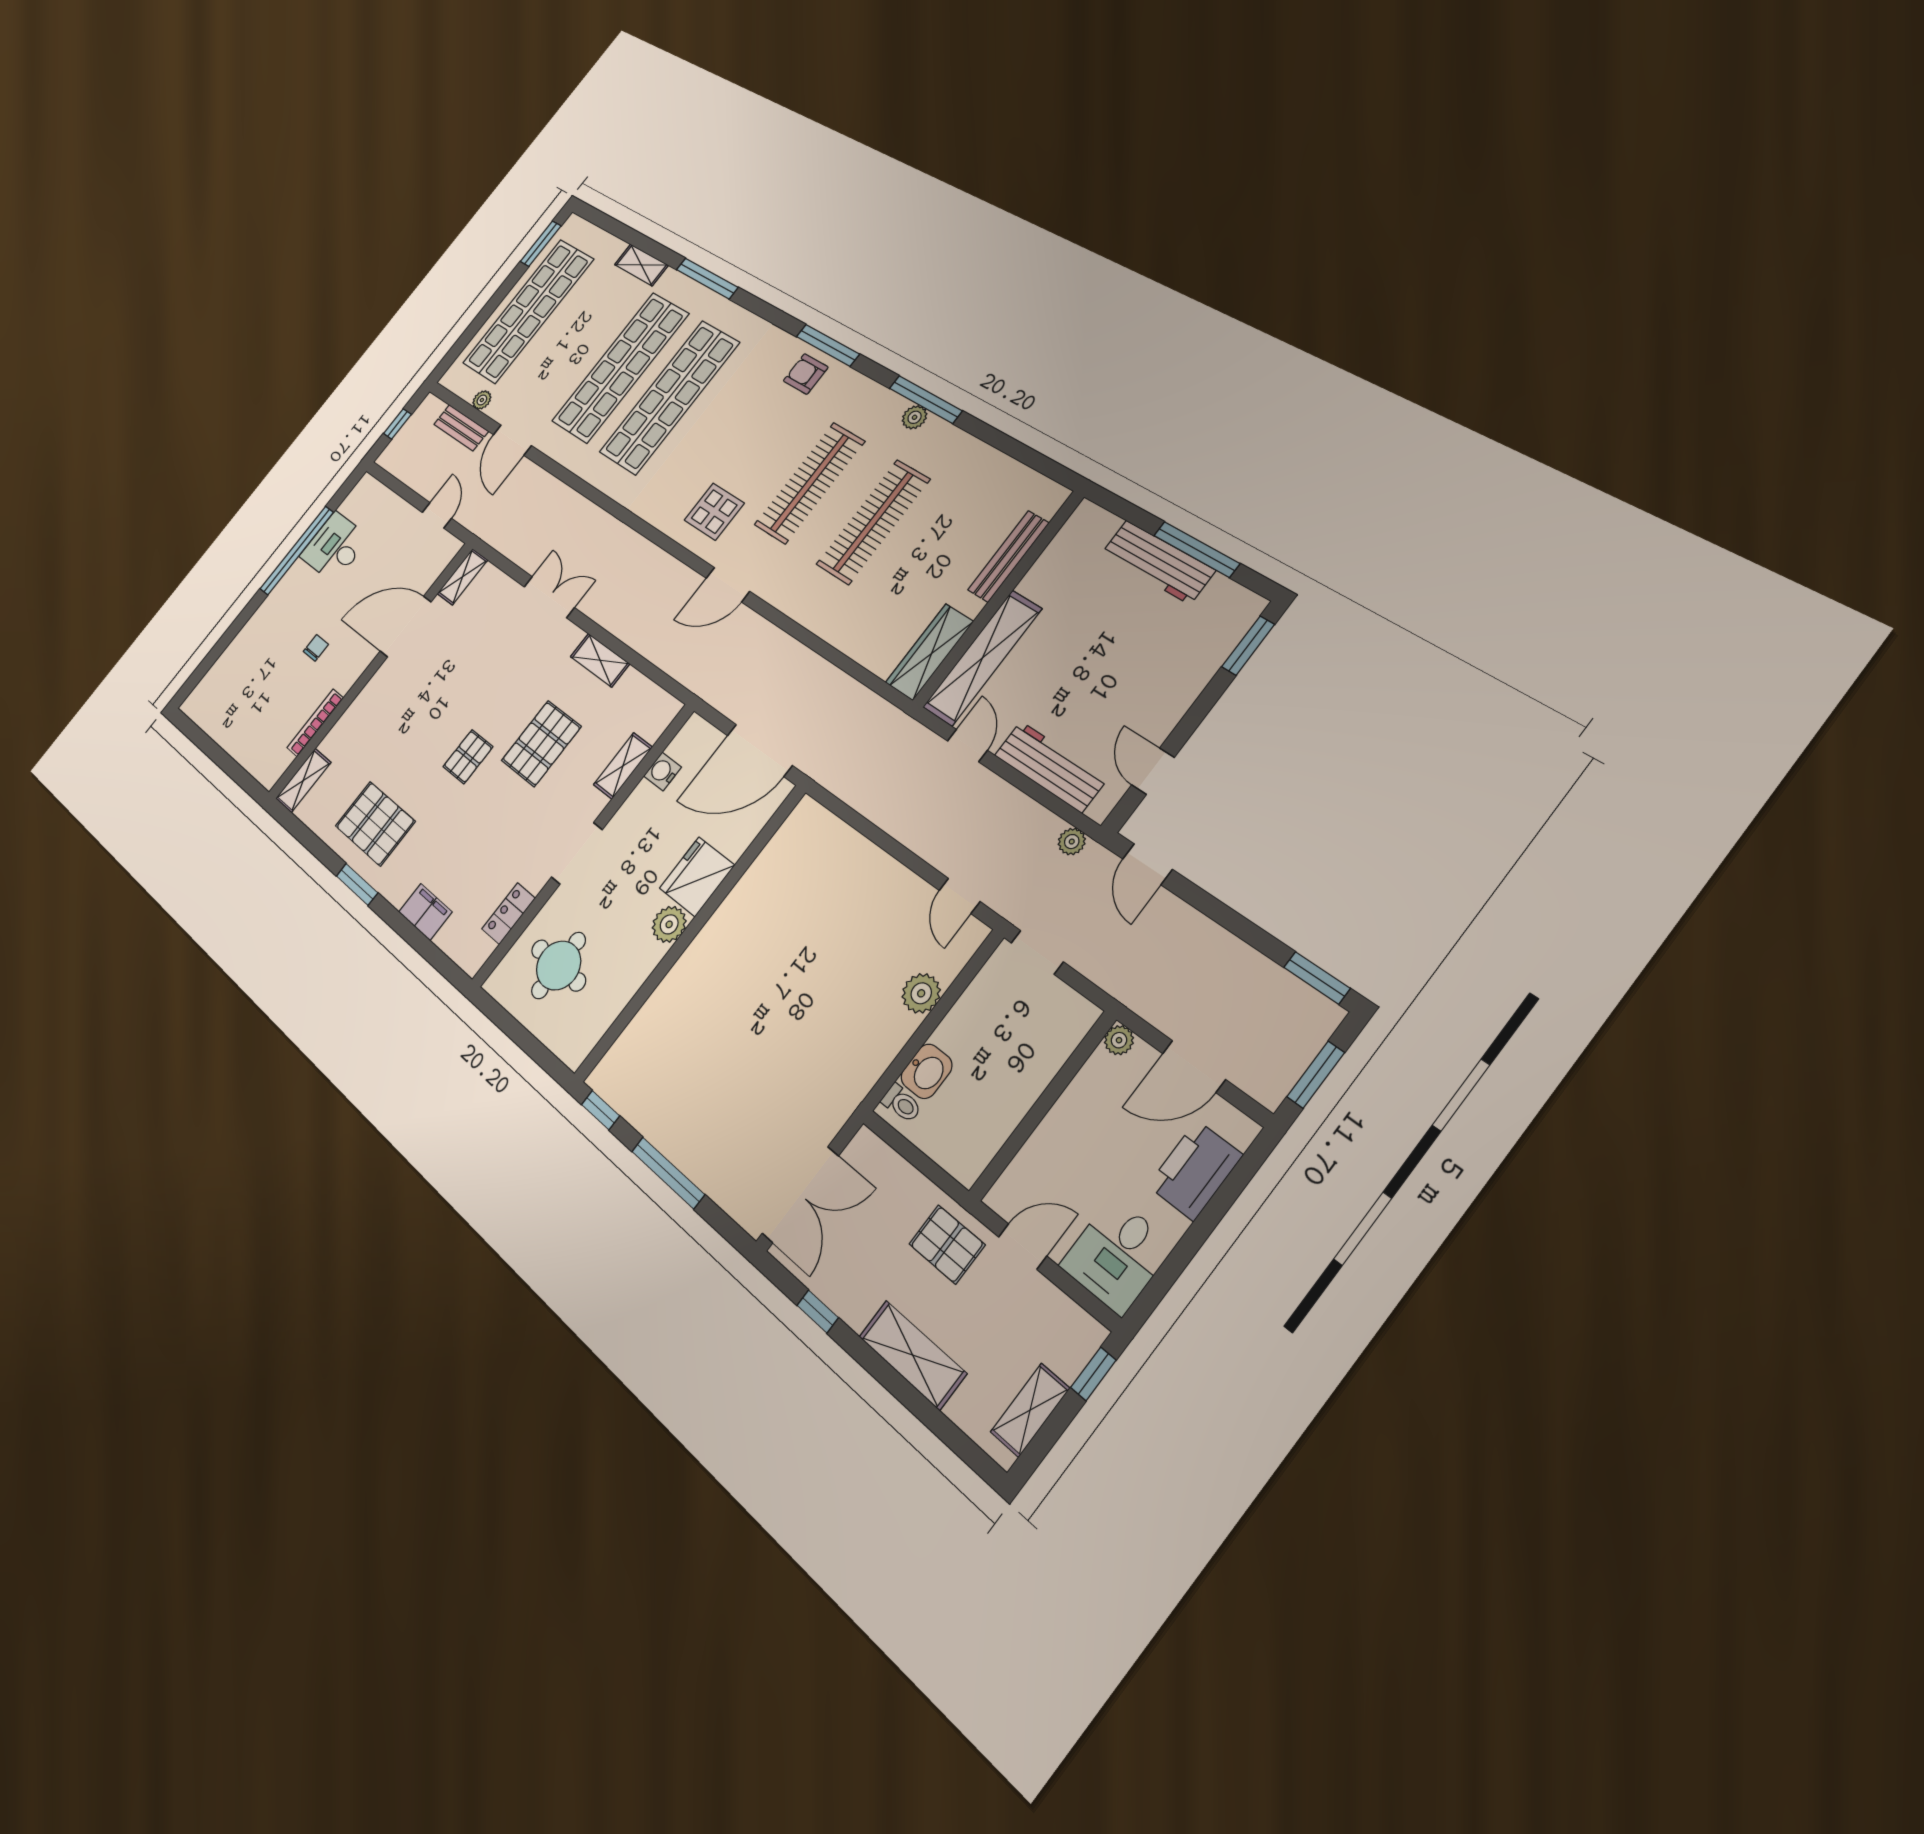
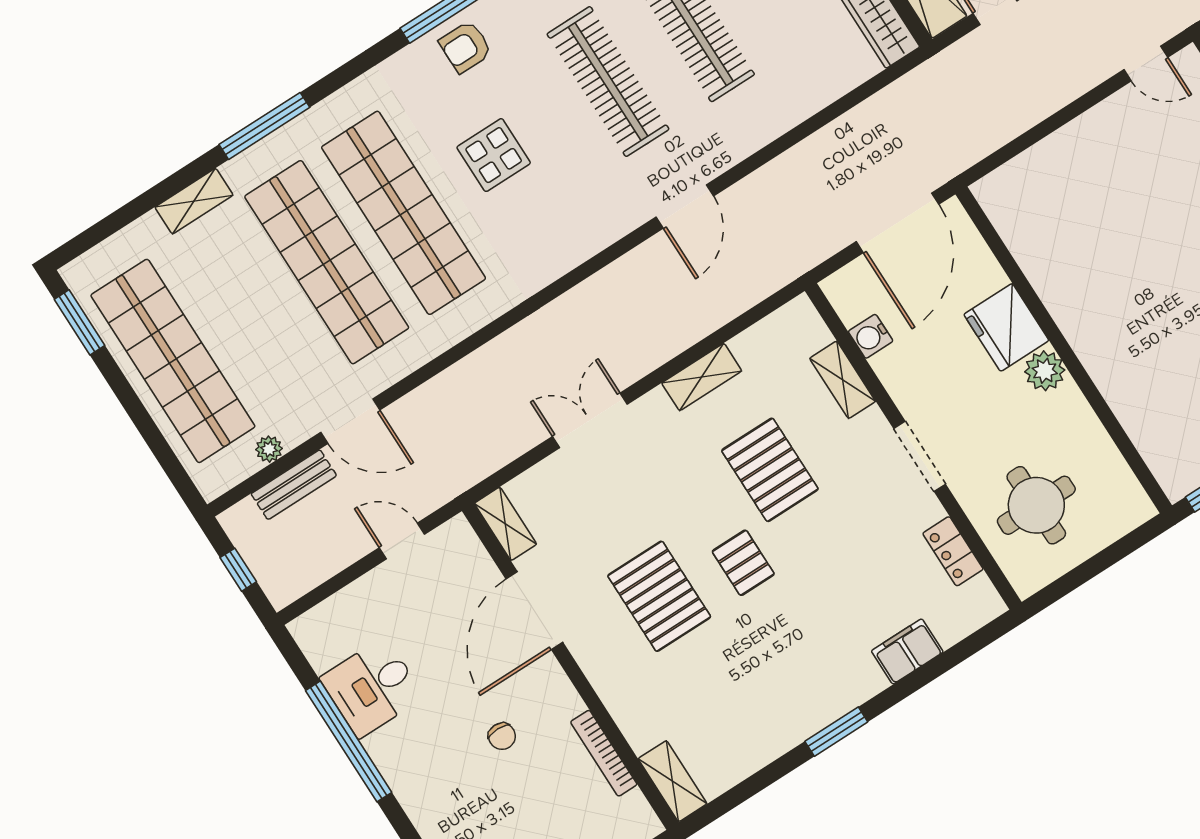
display table: (714, 512) -> (494, 155), moved
chair: (316, 648) -> (502, 736), turned 180
pallet: (375, 824) -> (659, 596), moved, turned 90

